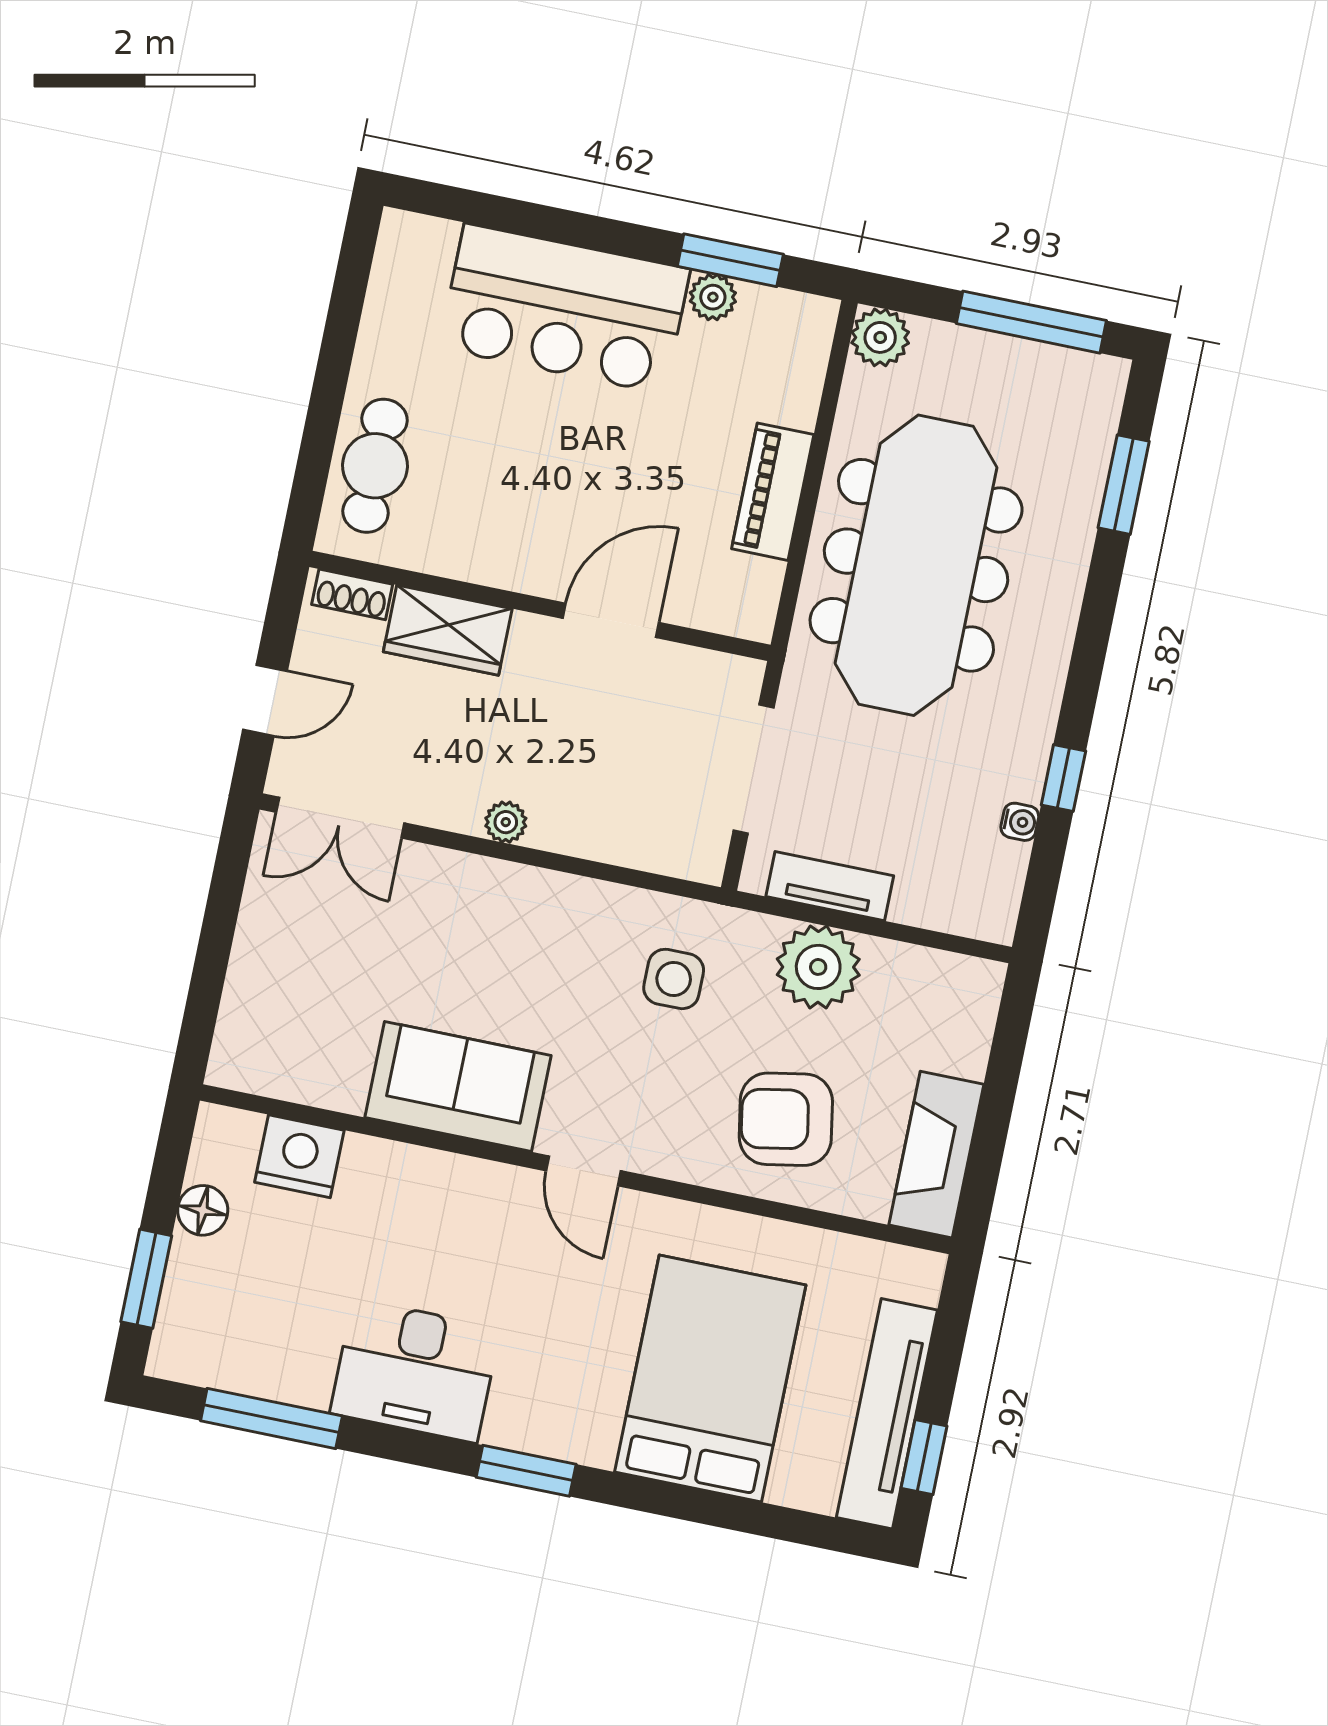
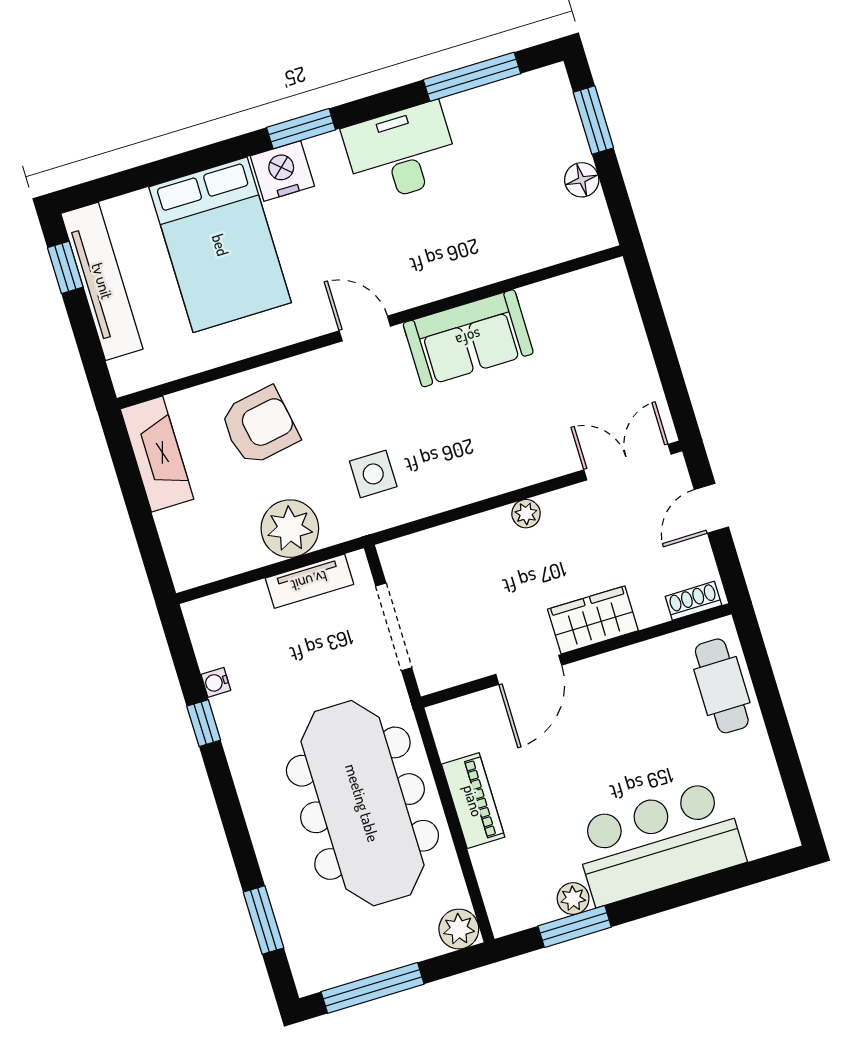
wardrobe: (448, 630) -> (593, 620), moved
nightstand: (299, 1156) -> (282, 171), moved, turned 180

